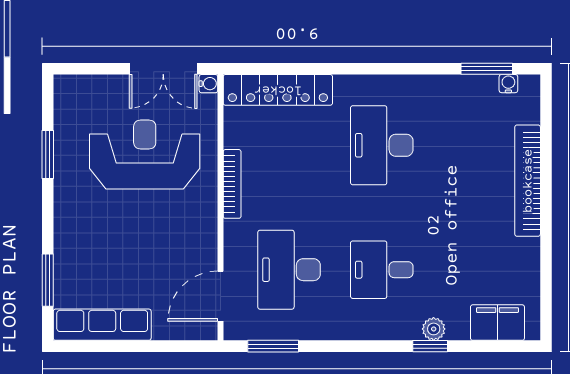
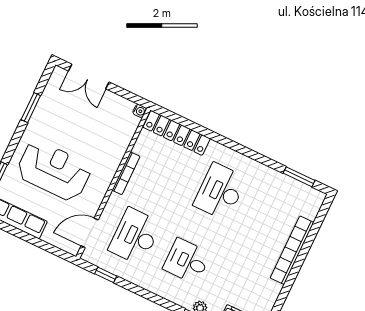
double door: (163, 69) -> (89, 76), moved
water cooler: (508, 84) -> (307, 191), removed
reception desk: (145, 155) -> (54, 171), moved
window: (273, 346) -> (106, 275), width x0.67

